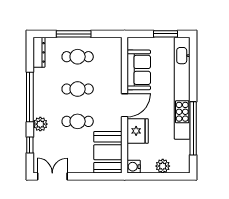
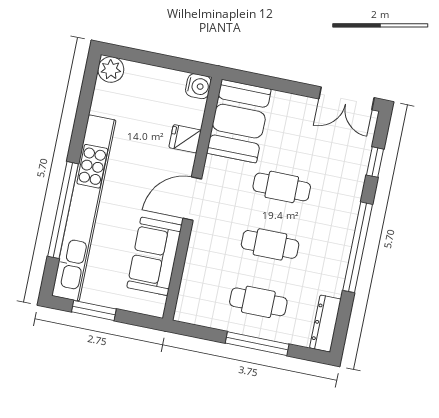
plant: (40, 124) -> (349, 196), removed
window: (193, 128) -> (63, 210), moved
fridge: (138, 131) -> (185, 139), width x0.53, depth x0.75
plant: (163, 166) -> (111, 70), moved

